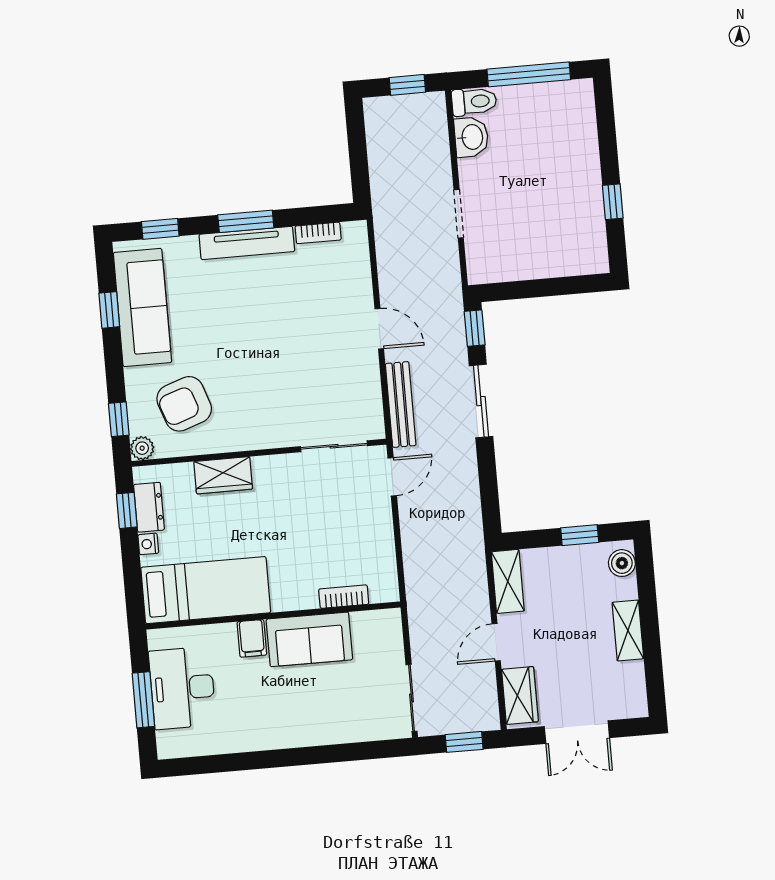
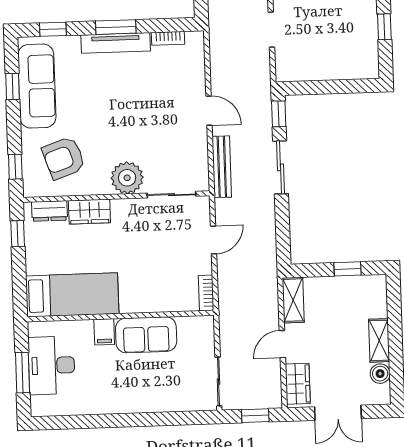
plant: (142, 448) -> (127, 178), moved, width x1.88, depth x1.88
door: (392, 477) -> (214, 240), moved
dresser: (149, 507) -> (49, 211), moved, turned 90
nightstand: (148, 544) -> (32, 259), removed
boiler: (622, 563) -> (380, 374), moved
bookcase: (344, 597) -> (206, 293), moved, turned -90

